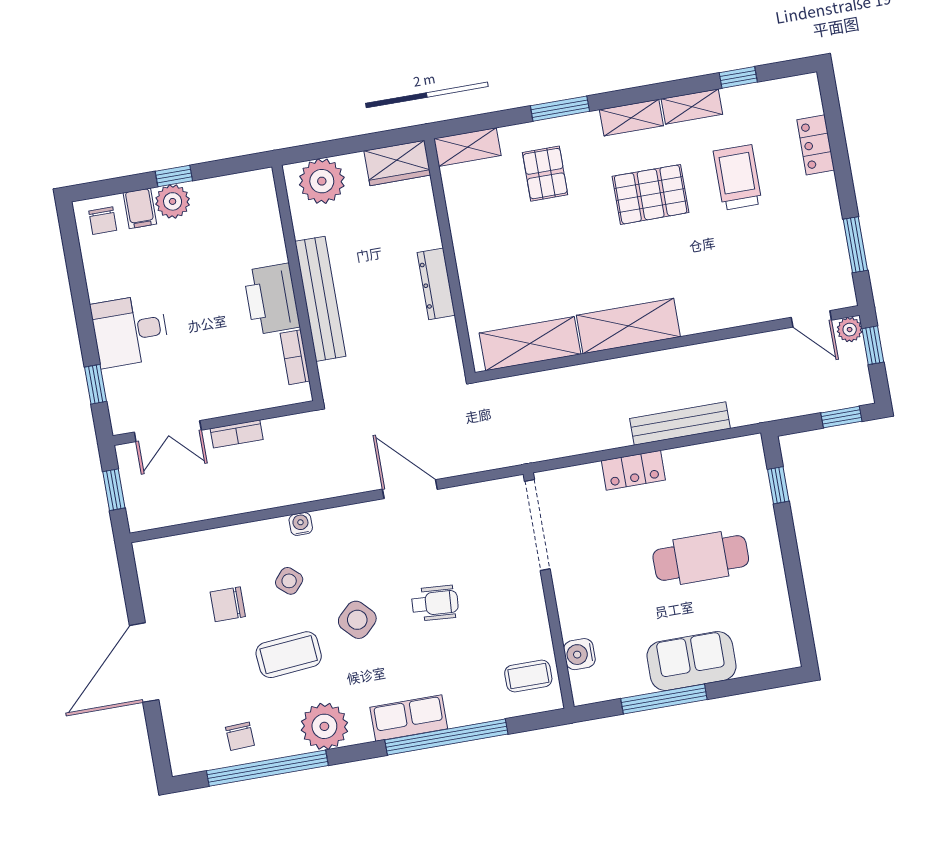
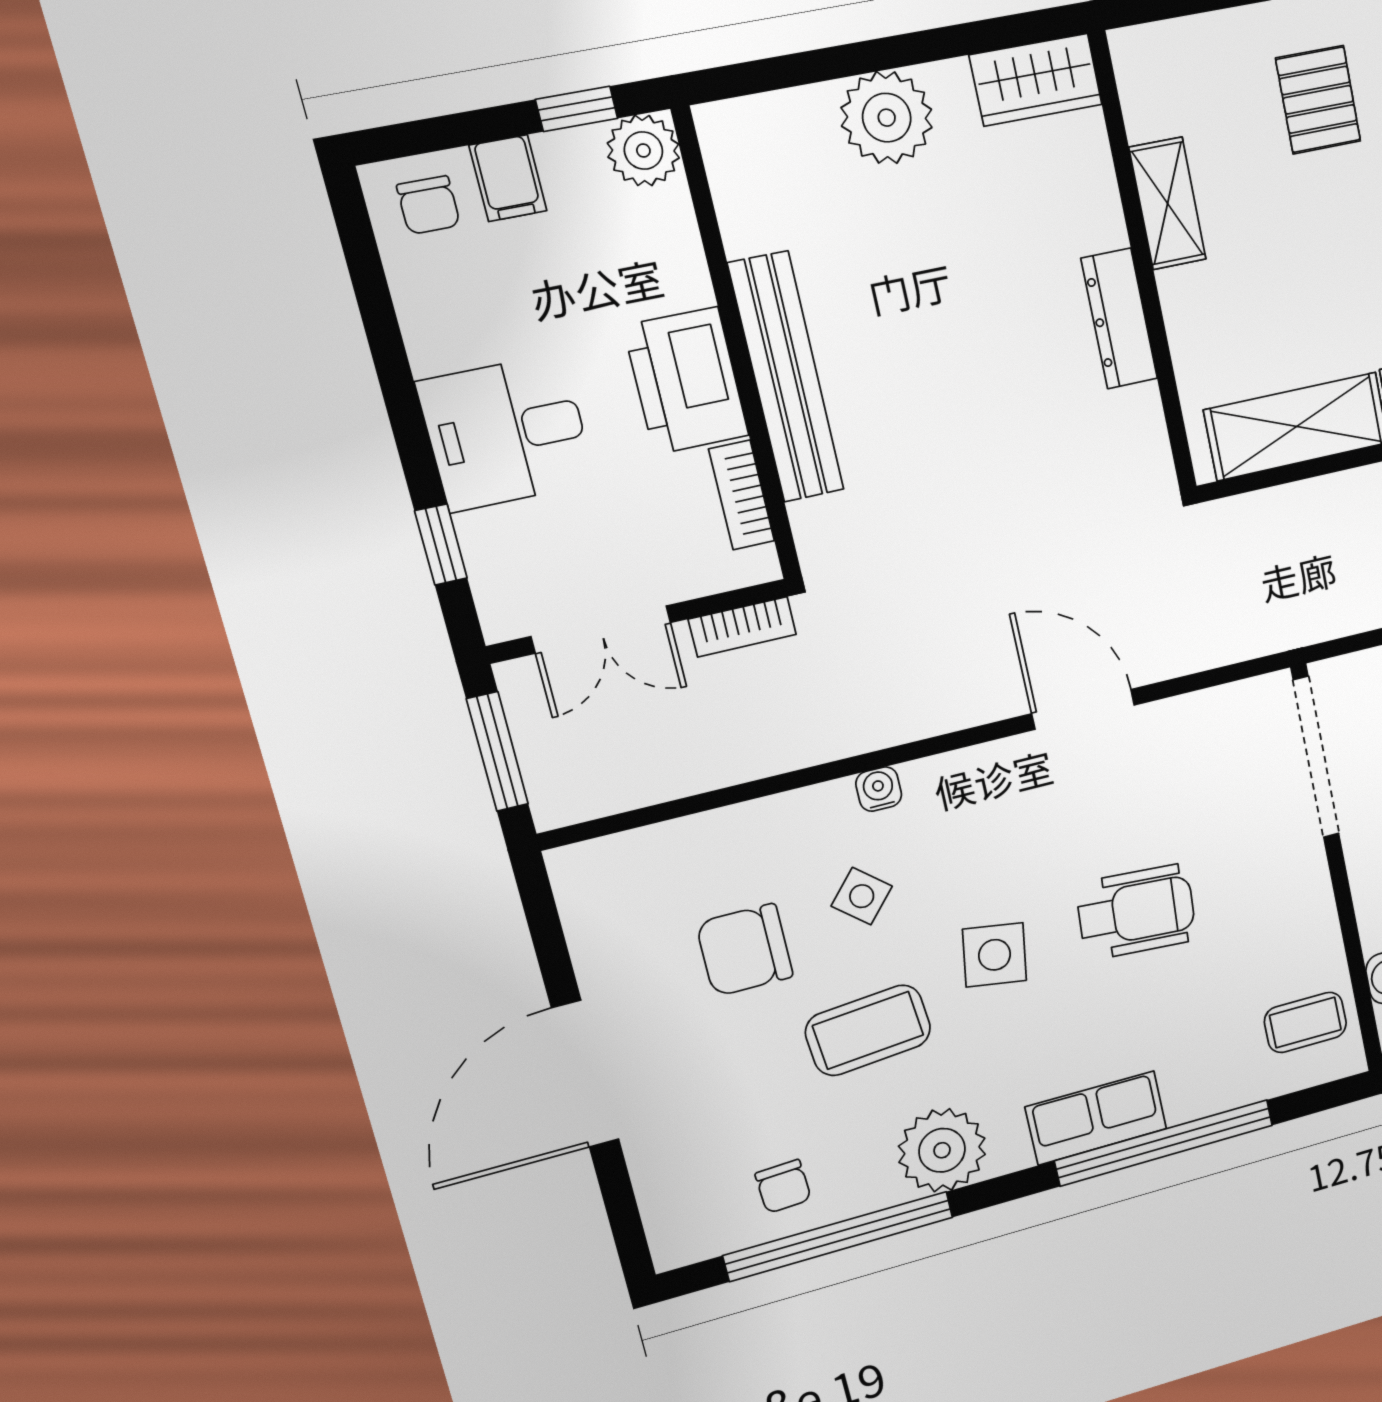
shelving: (467, 147) -> (1168, 203), moved, turned 90
plant: (173, 201) -> (643, 151), moved
wall: (297, 283) -> (737, 347), moved
printer: (272, 299) -> (686, 381), moved
bench: (320, 299) -> (786, 377), moved
bookcase: (295, 357) -> (742, 495), moved
window: (114, 490) -> (497, 752), width x1.50
wheelchair: (435, 603) -> (1136, 912), width x1.36, depth x1.37
chair: (228, 604) -> (745, 950), width x1.37, depth x1.37
side table: (357, 620) -> (995, 955), turned -37

